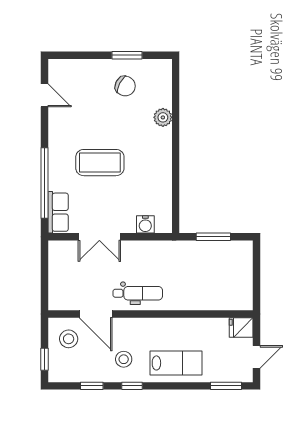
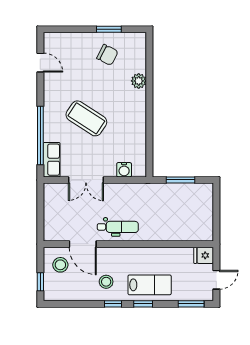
coffee table: (100, 163) -> (86, 118), turned 33
window: (92, 386) -> (143, 304), moved

